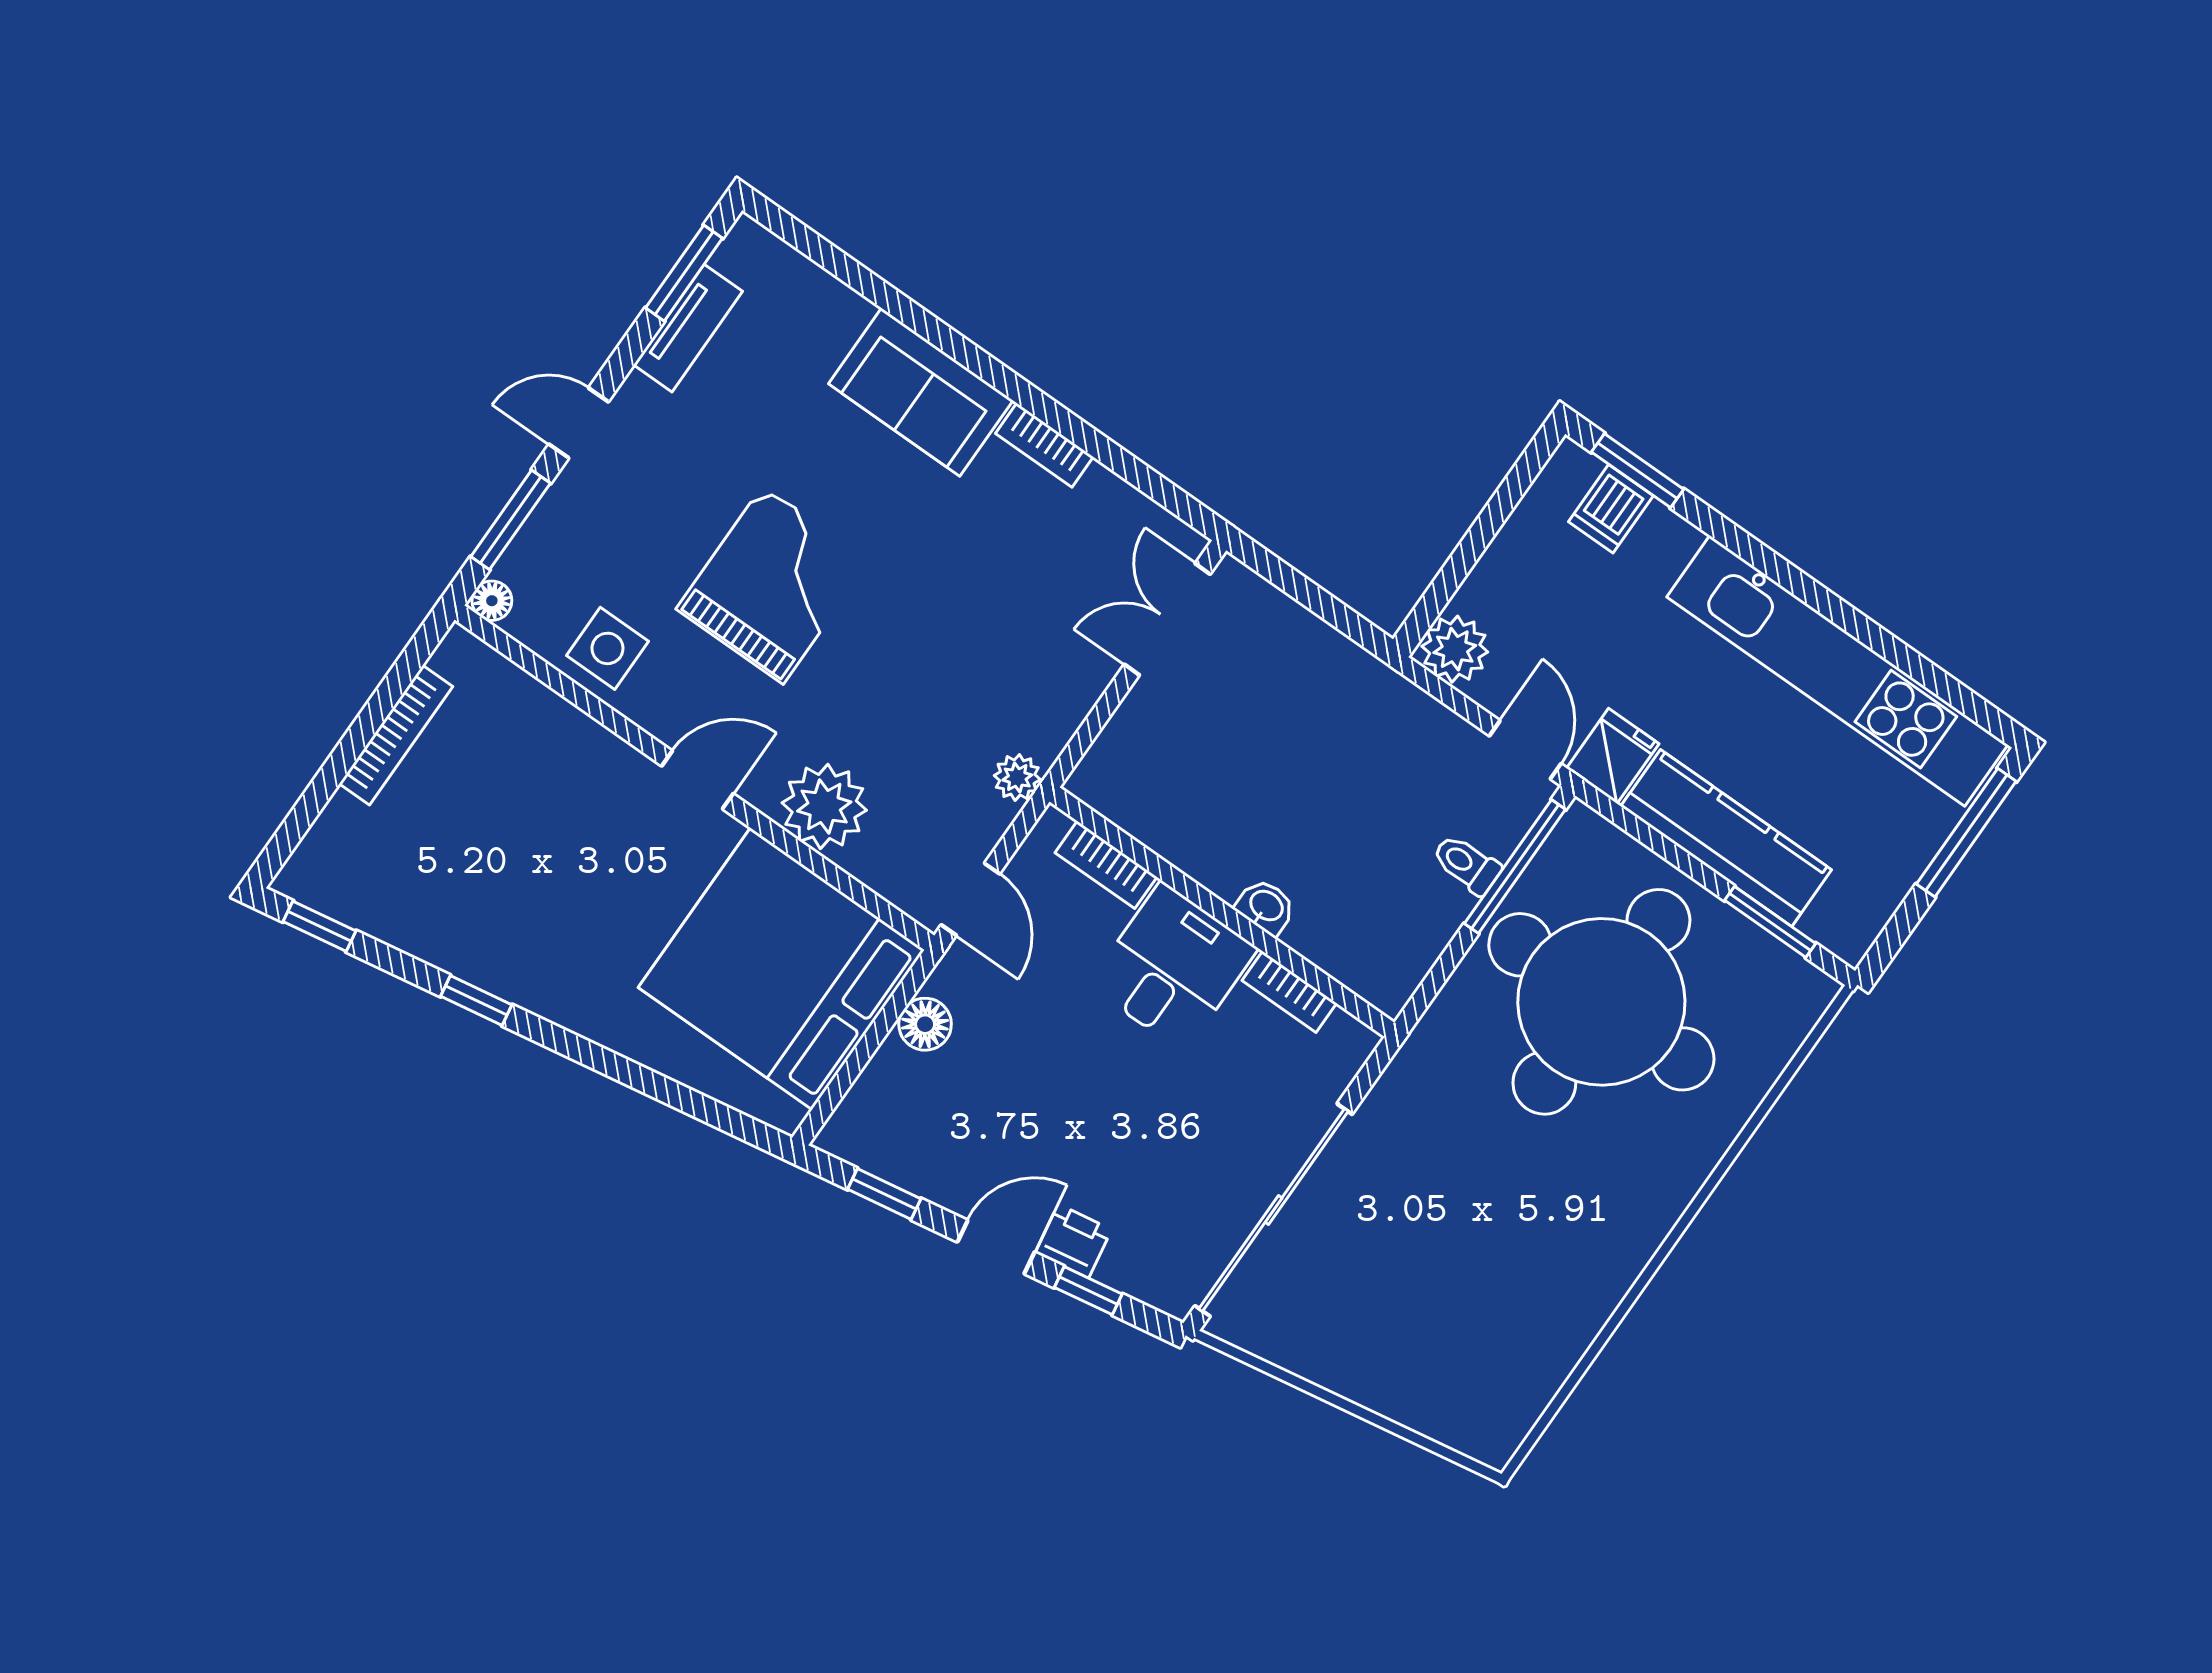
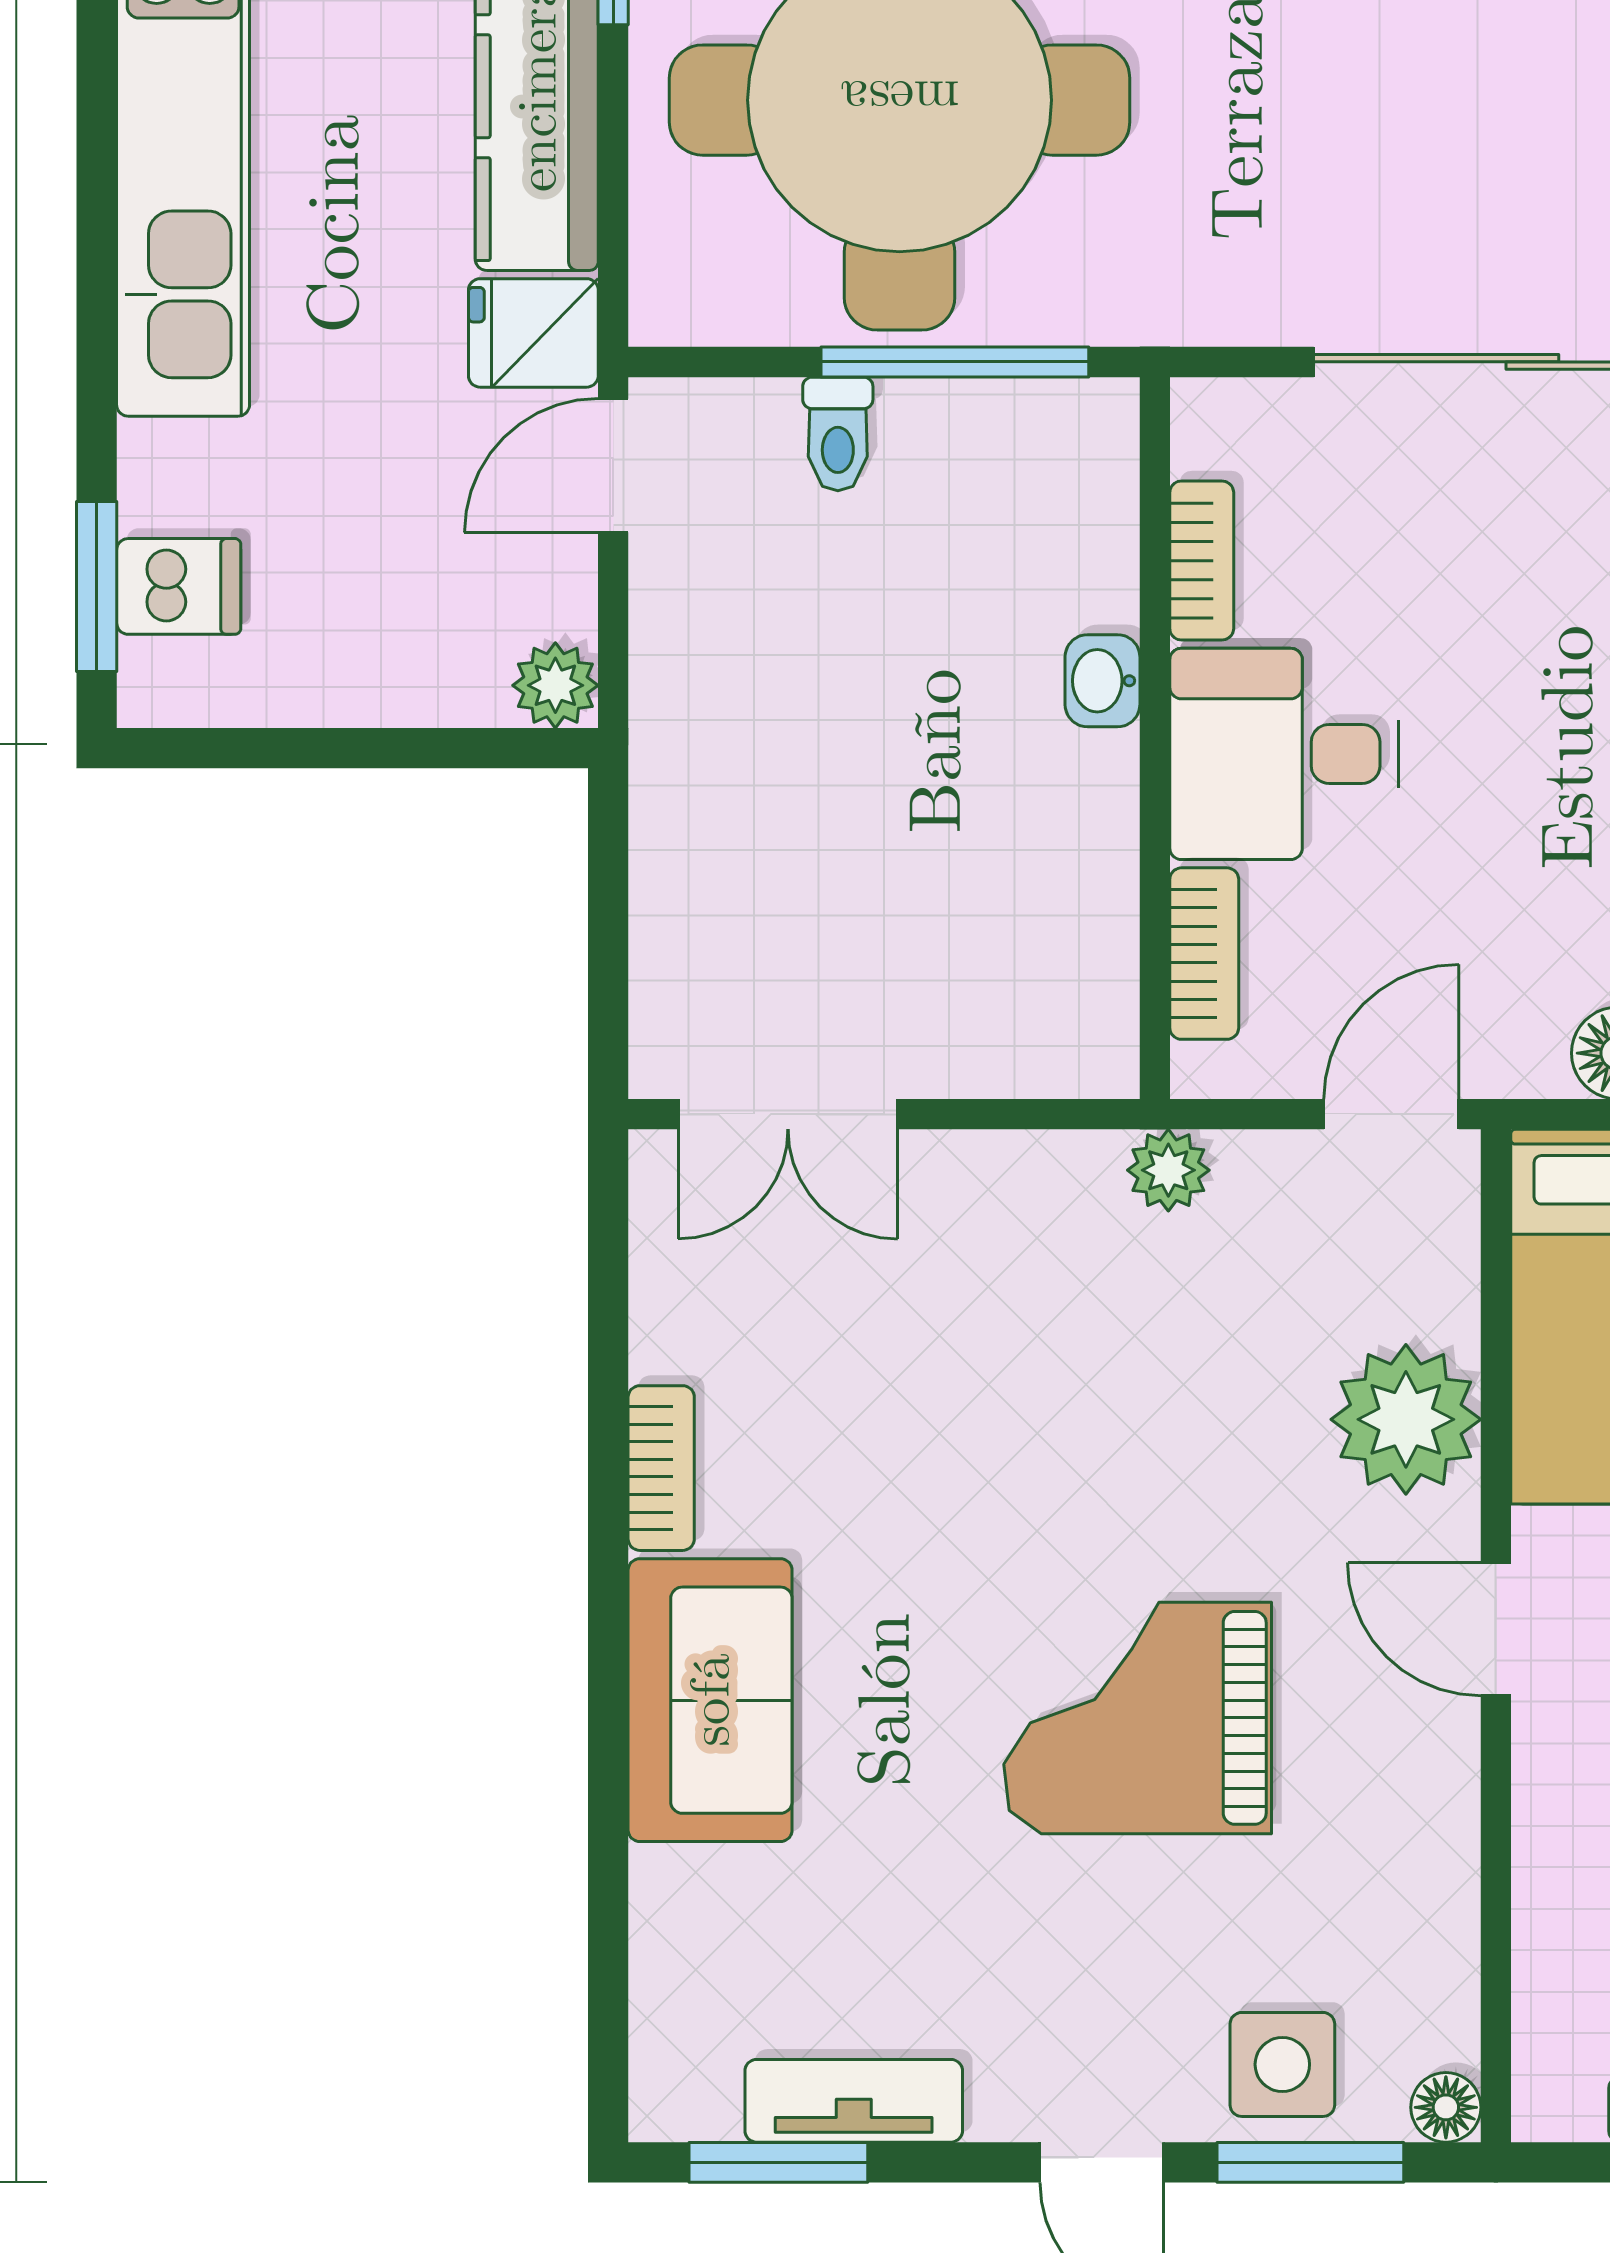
side table: (607, 648) -> (1282, 2064), moved
plant: (1455, 649) -> (555, 685), width x0.73, depth x0.73
window: (1515, 867) -> (955, 362), moved

